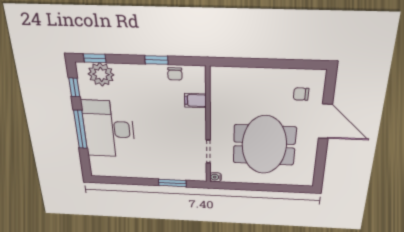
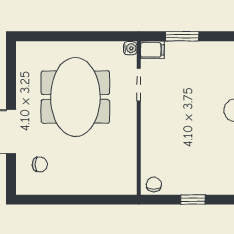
chair: (175, 74) -> (154, 184), moved
filing cabinet: (195, 101) -> (152, 50), moved

